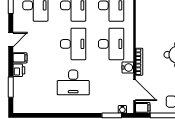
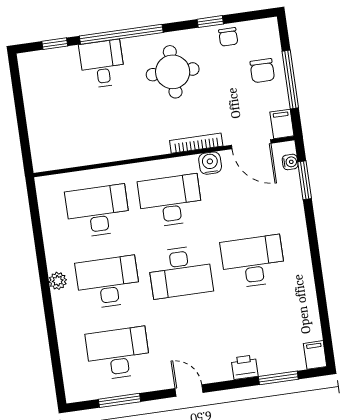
desk: (73, 44) -> (180, 272), turned 180
filing cabinet: (20, 58) -> (315, 355), moved
desk: (73, 82) -> (253, 262), turned -90
door: (135, 90) -> (251, 144), swing flipped

